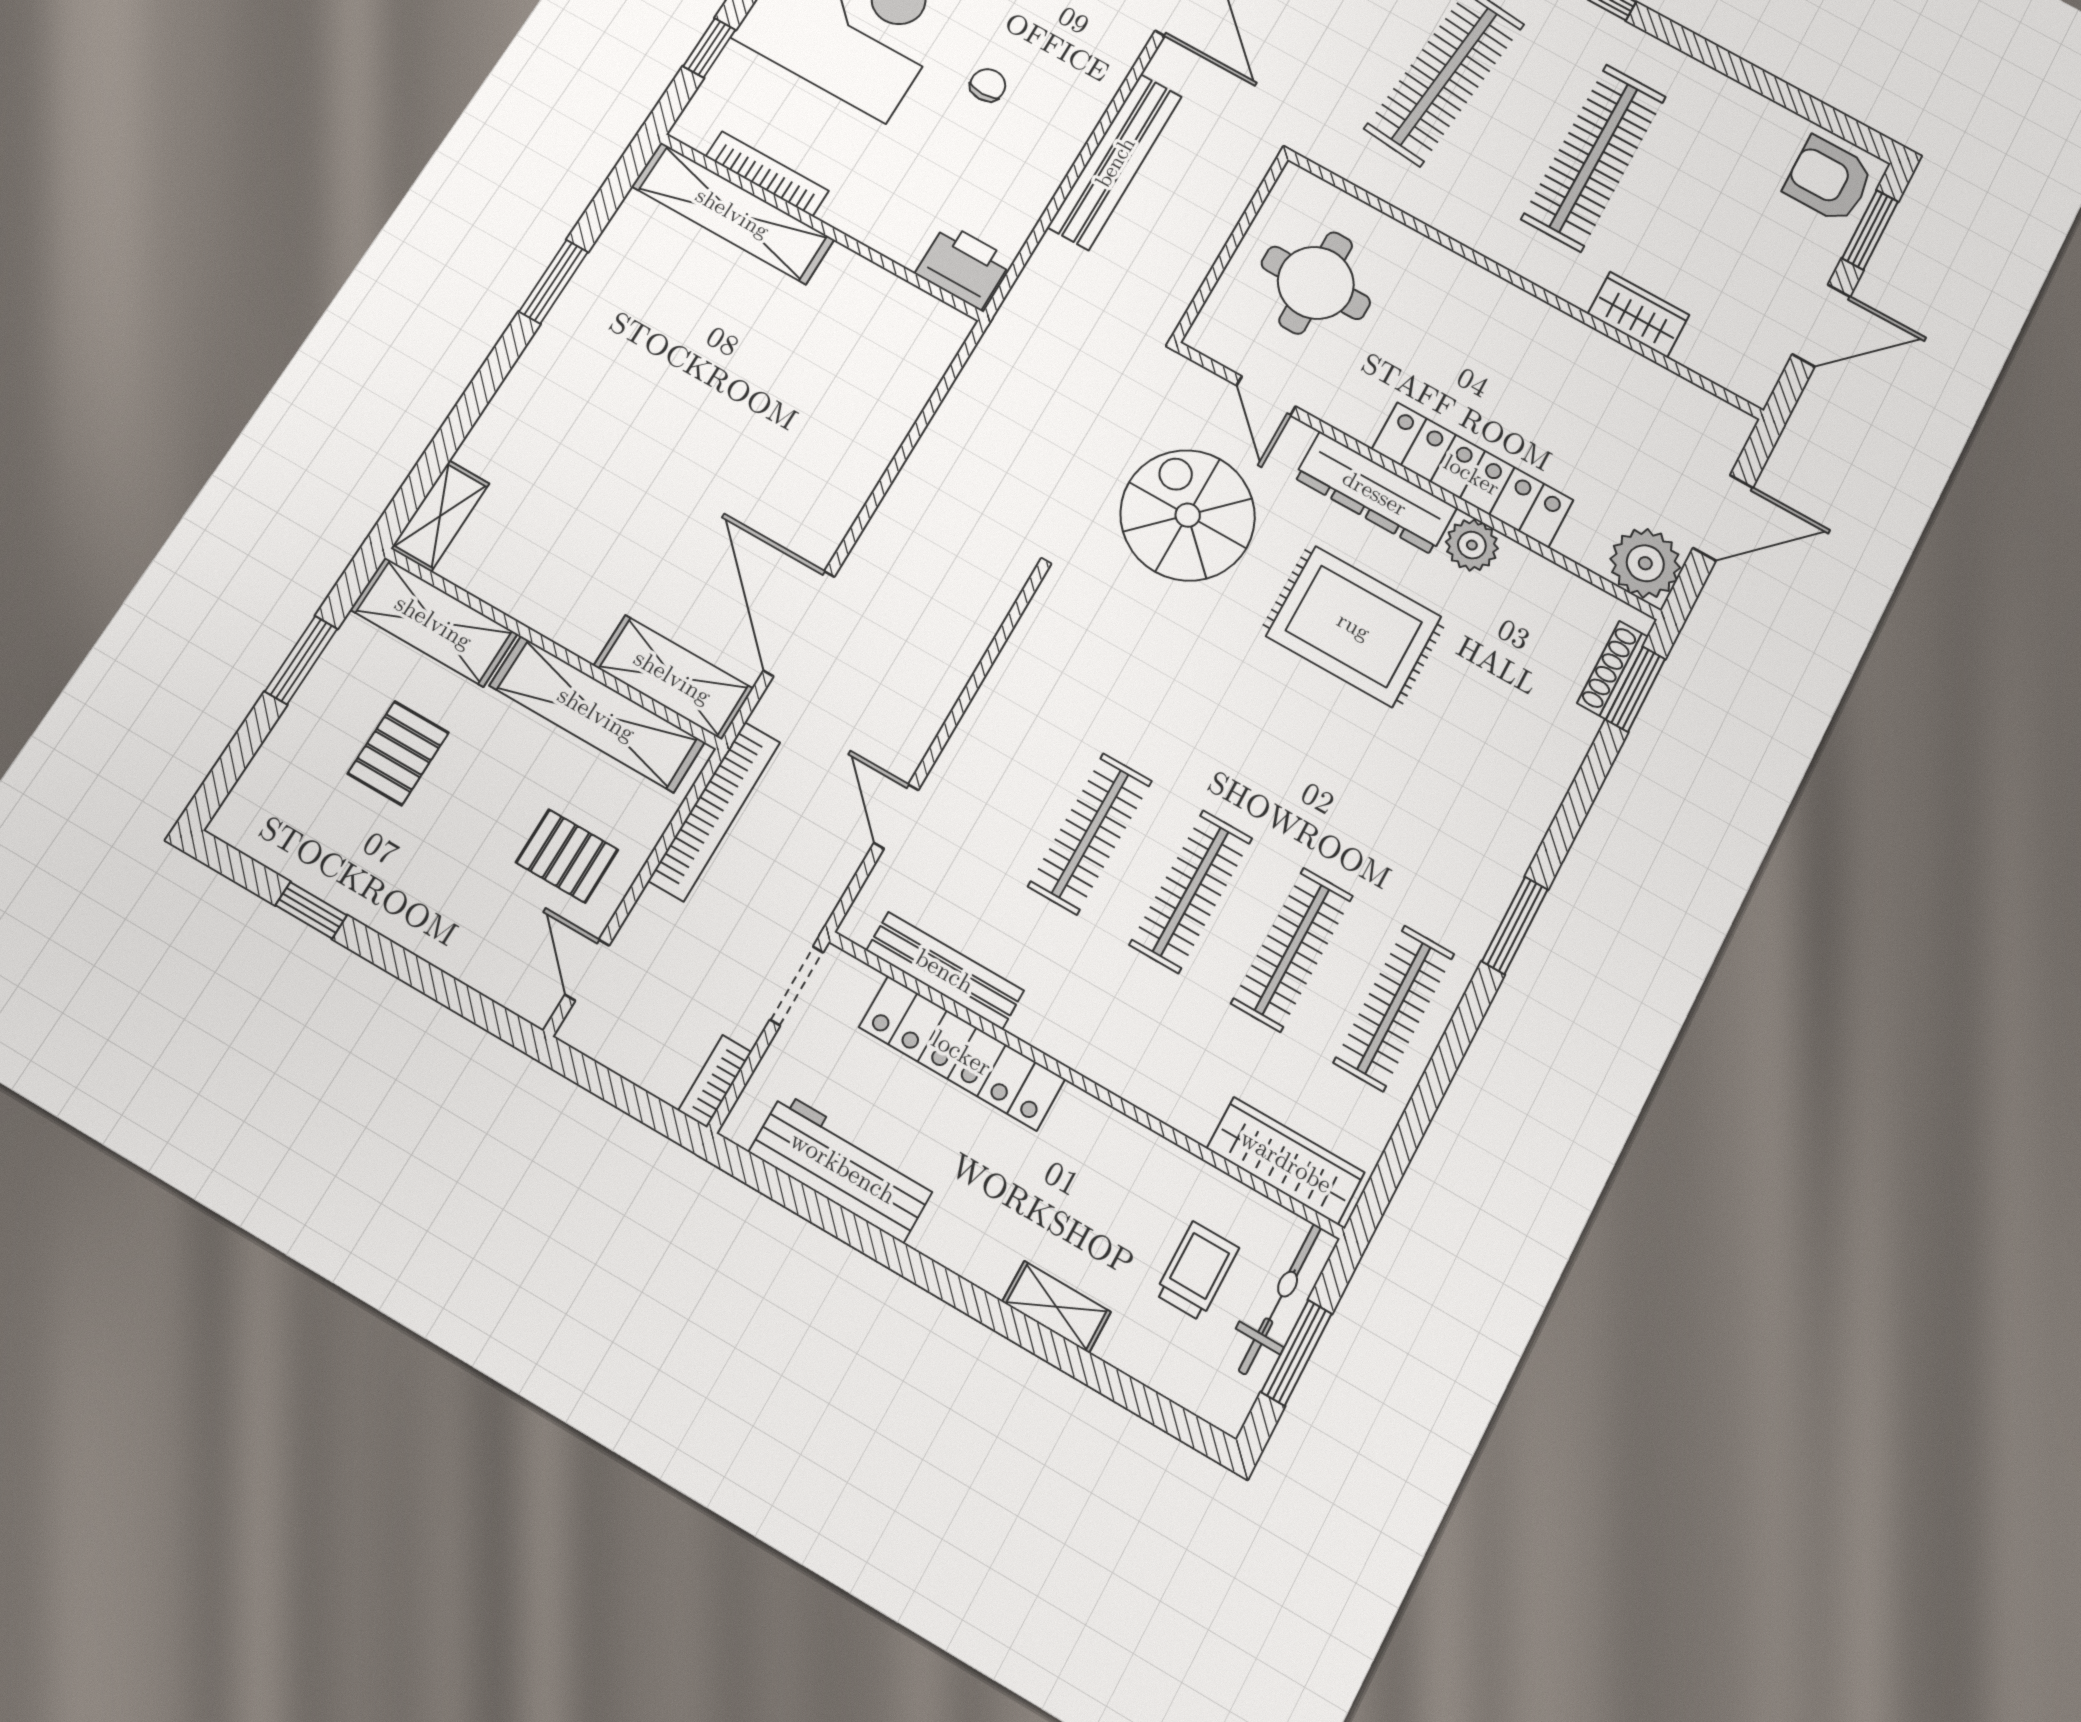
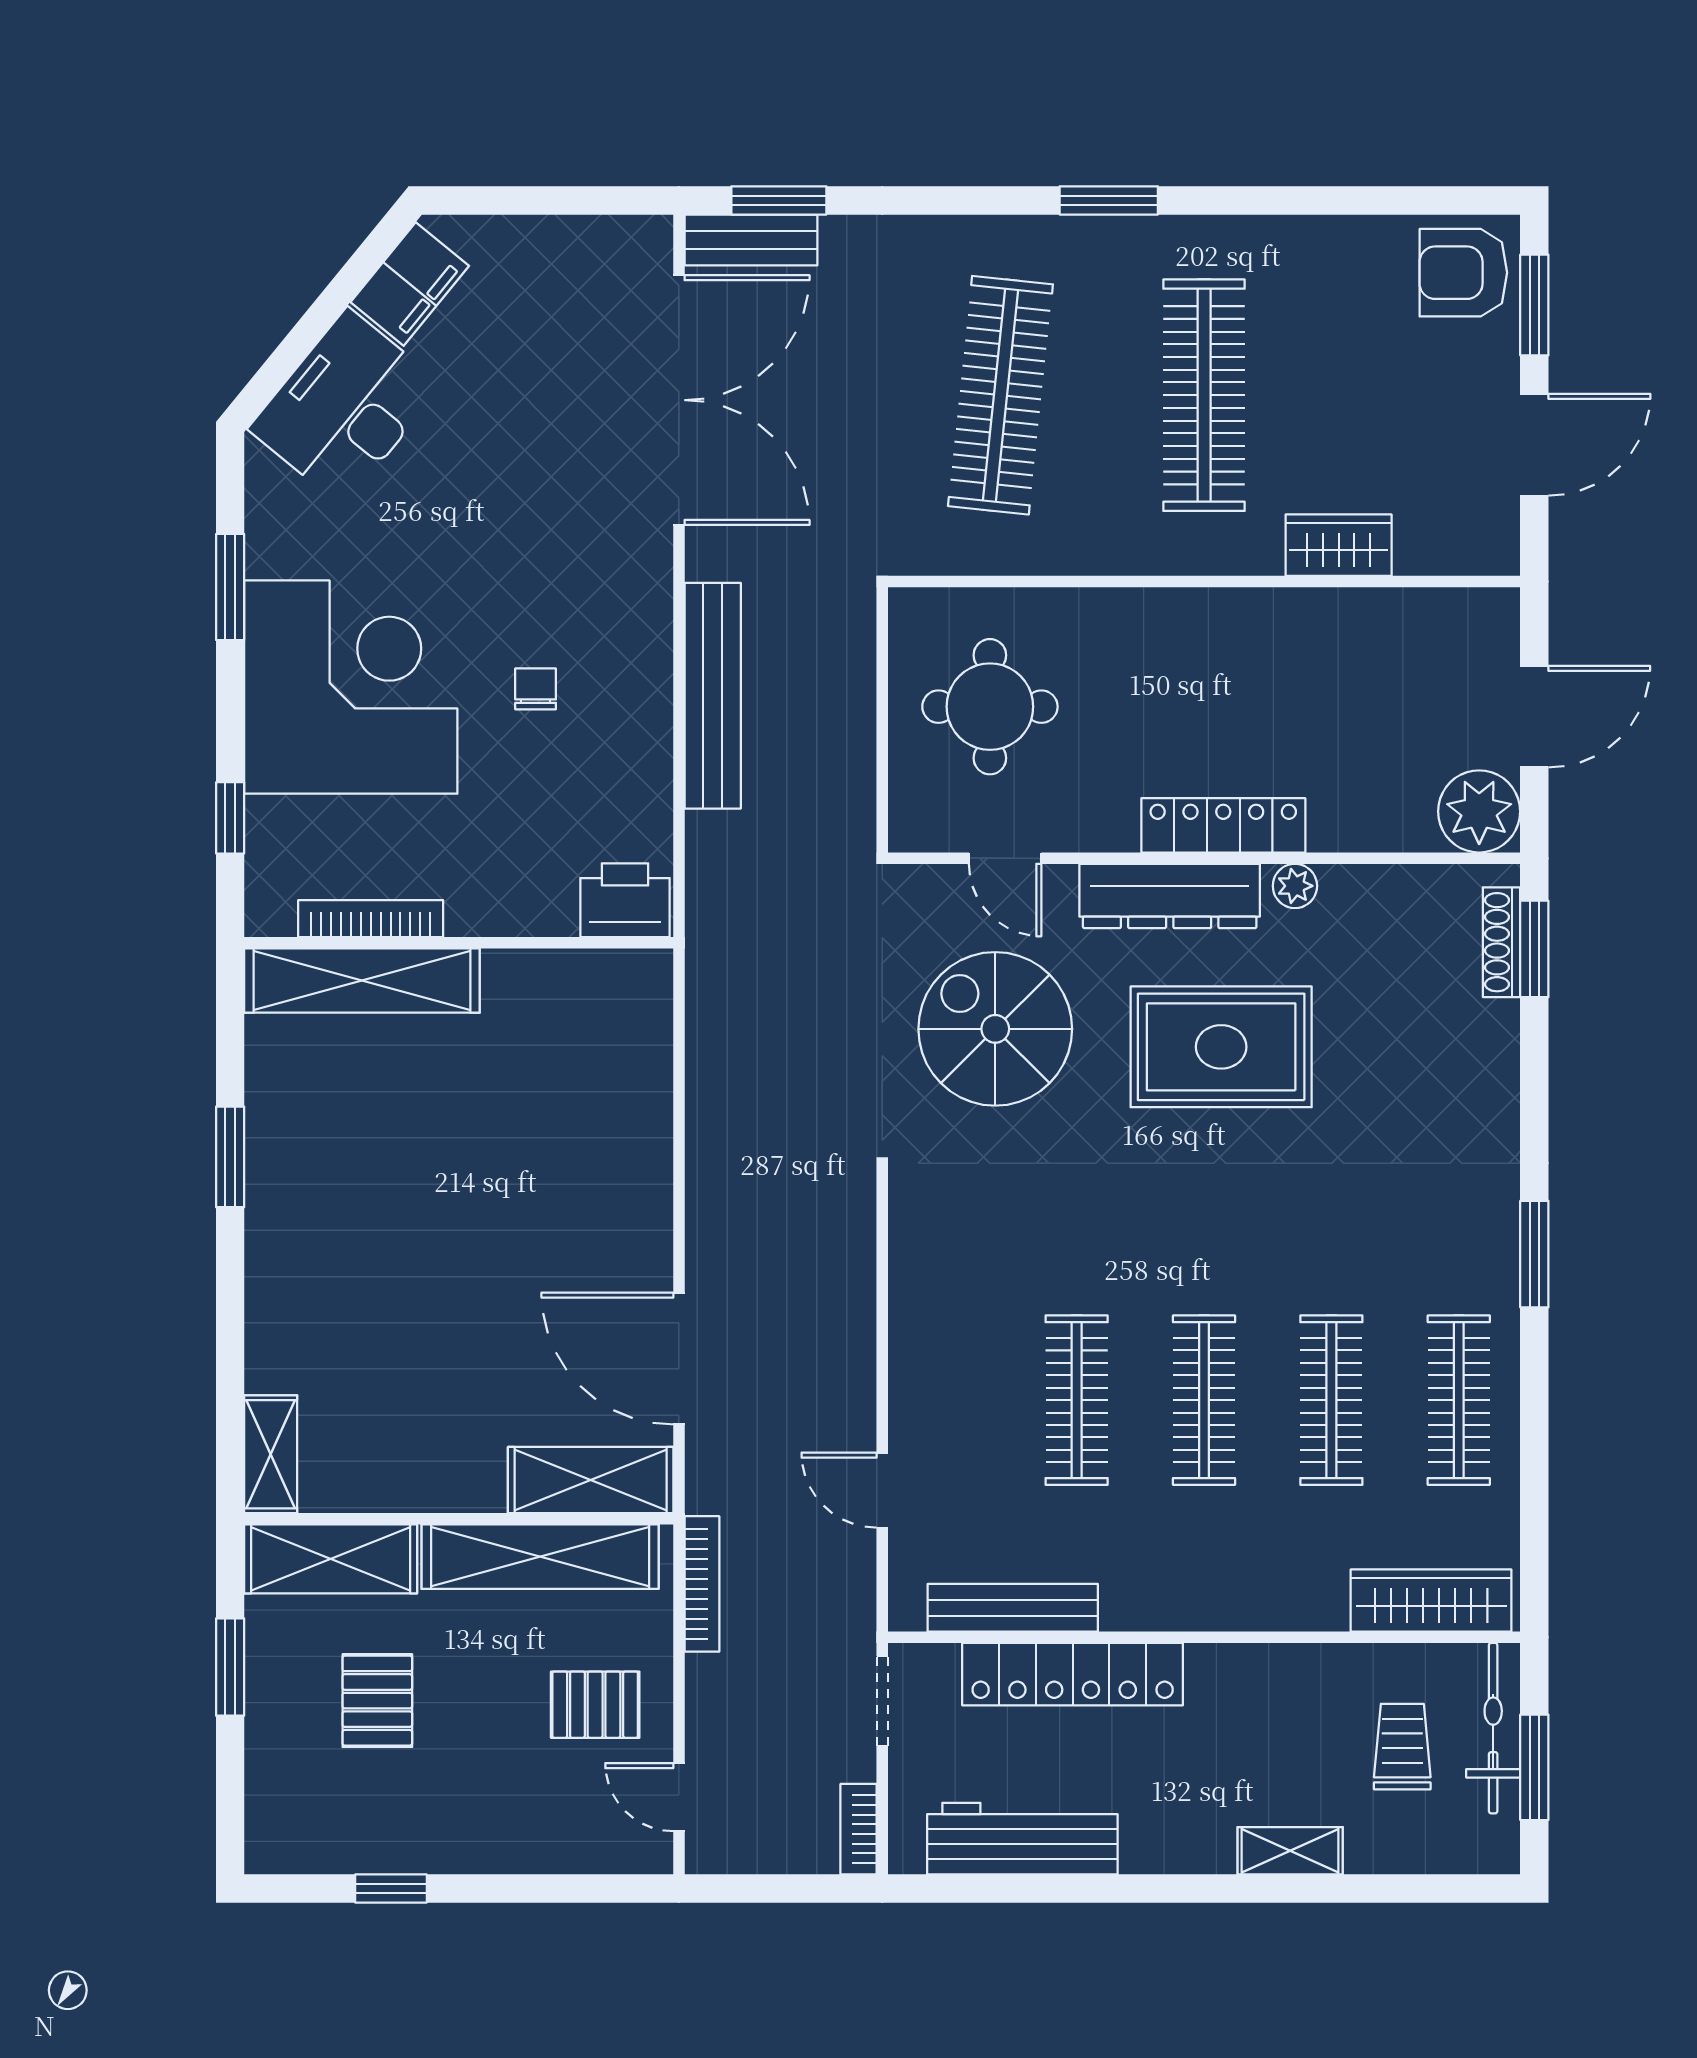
locker: (1472, 475) -> (1223, 825), width x0.71, depth x0.83
plant: (1472, 545) -> (1295, 886), width x0.73, depth x0.73
bookcase: (714, 811) -> (702, 1584), width x0.68, depth x0.76

